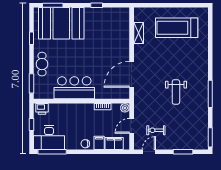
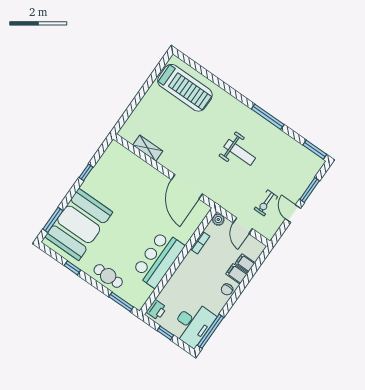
treadmill: (177, 28) -> (185, 88), moved, turned -90
filing cabinet: (114, 144) -> (245, 263), width x0.50
door: (149, 152) -> (293, 214), moved

